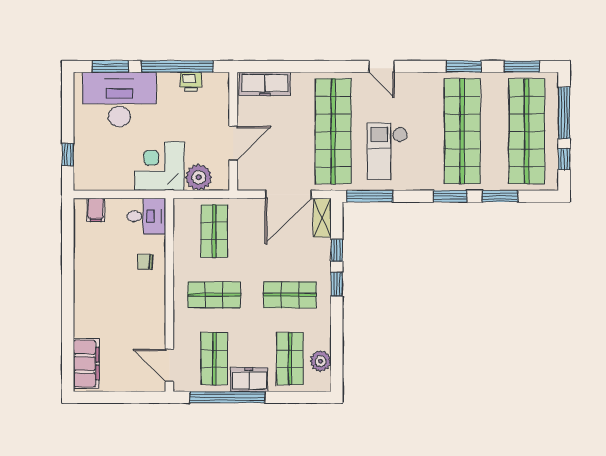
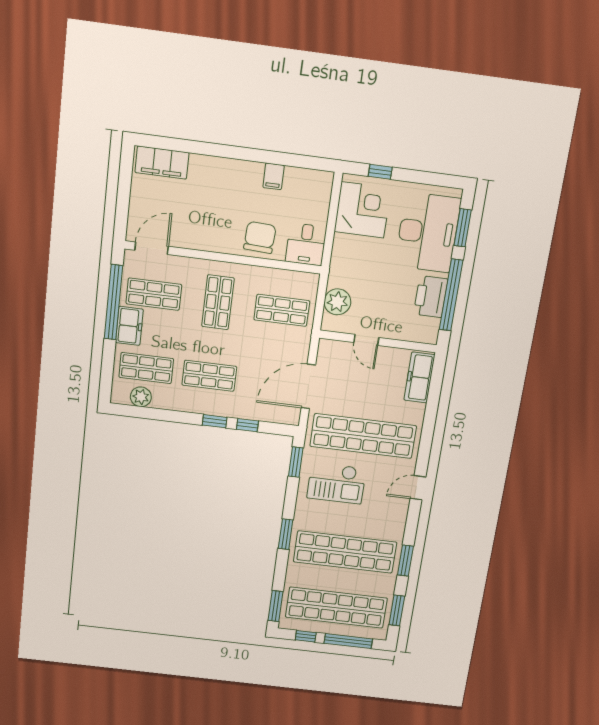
printer: (191, 82) -> (431, 297), width x1.87, depth x1.48
door: (233, 143) -> (366, 340), width x0.73
checkout: (387, 151) -> (336, 483), turned 180
corner desk: (160, 166) -> (363, 210), moved
door: (288, 194) -> (308, 386), hinge flipped
window: (370, 196) -> (296, 462), width x0.69
window: (500, 196) -> (275, 606), moved
filing cabinet: (96, 210) -> (274, 176), moved, turned -90
shelving: (322, 218) -> (281, 416), removed
chair: (145, 262) -> (260, 237), width x1.87, depth x1.87
shop shelf: (290, 295) -> (209, 376), turned 90

